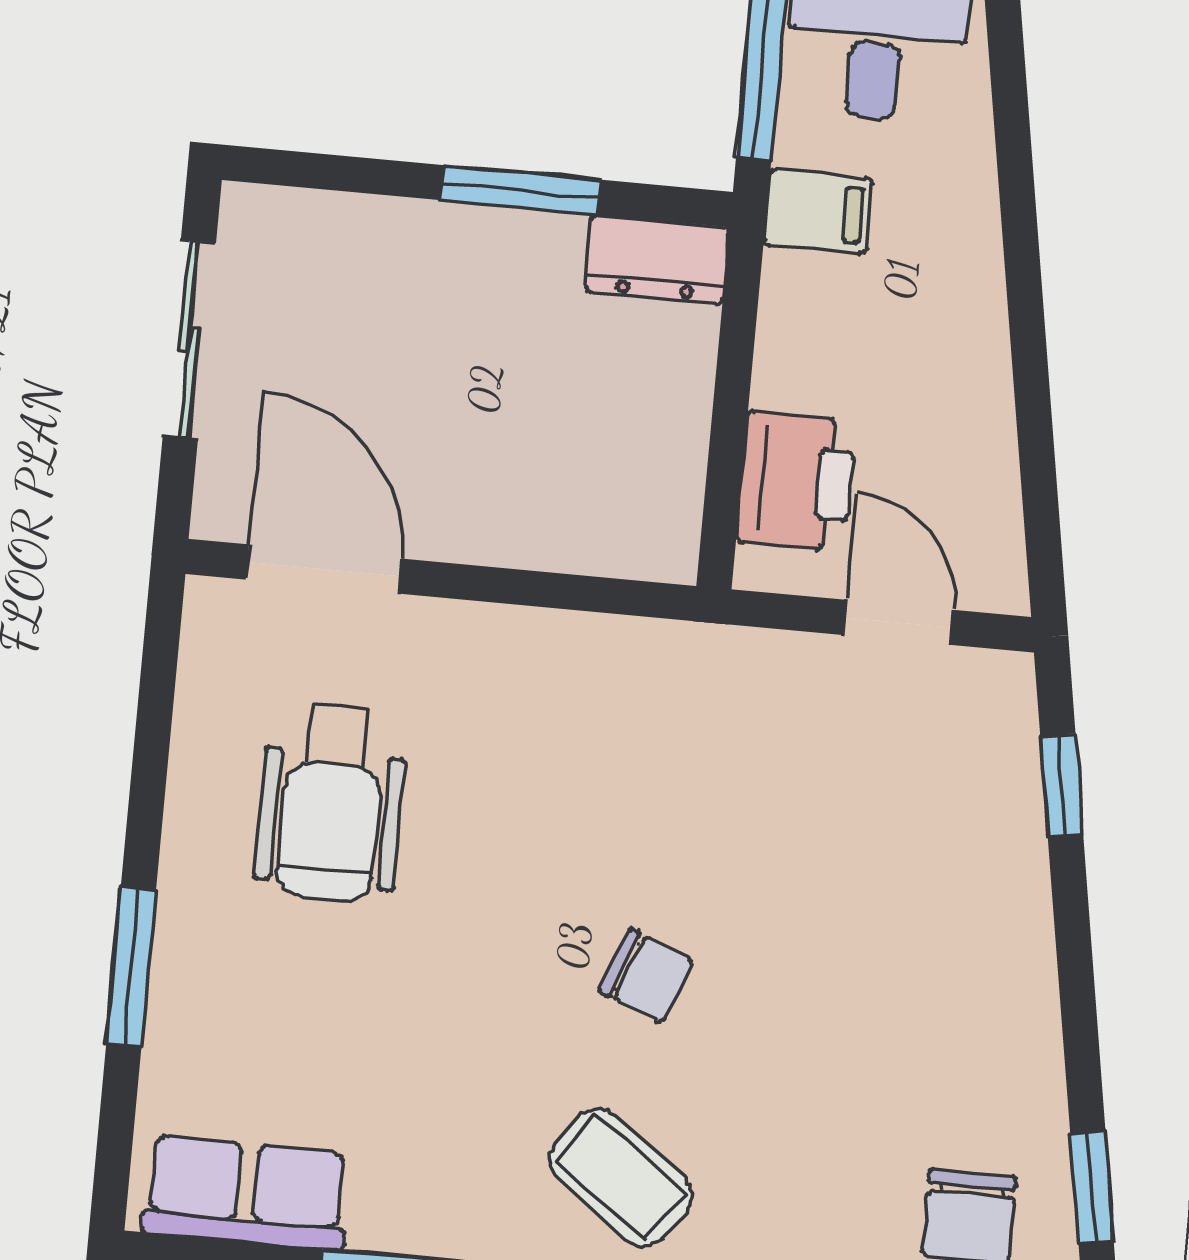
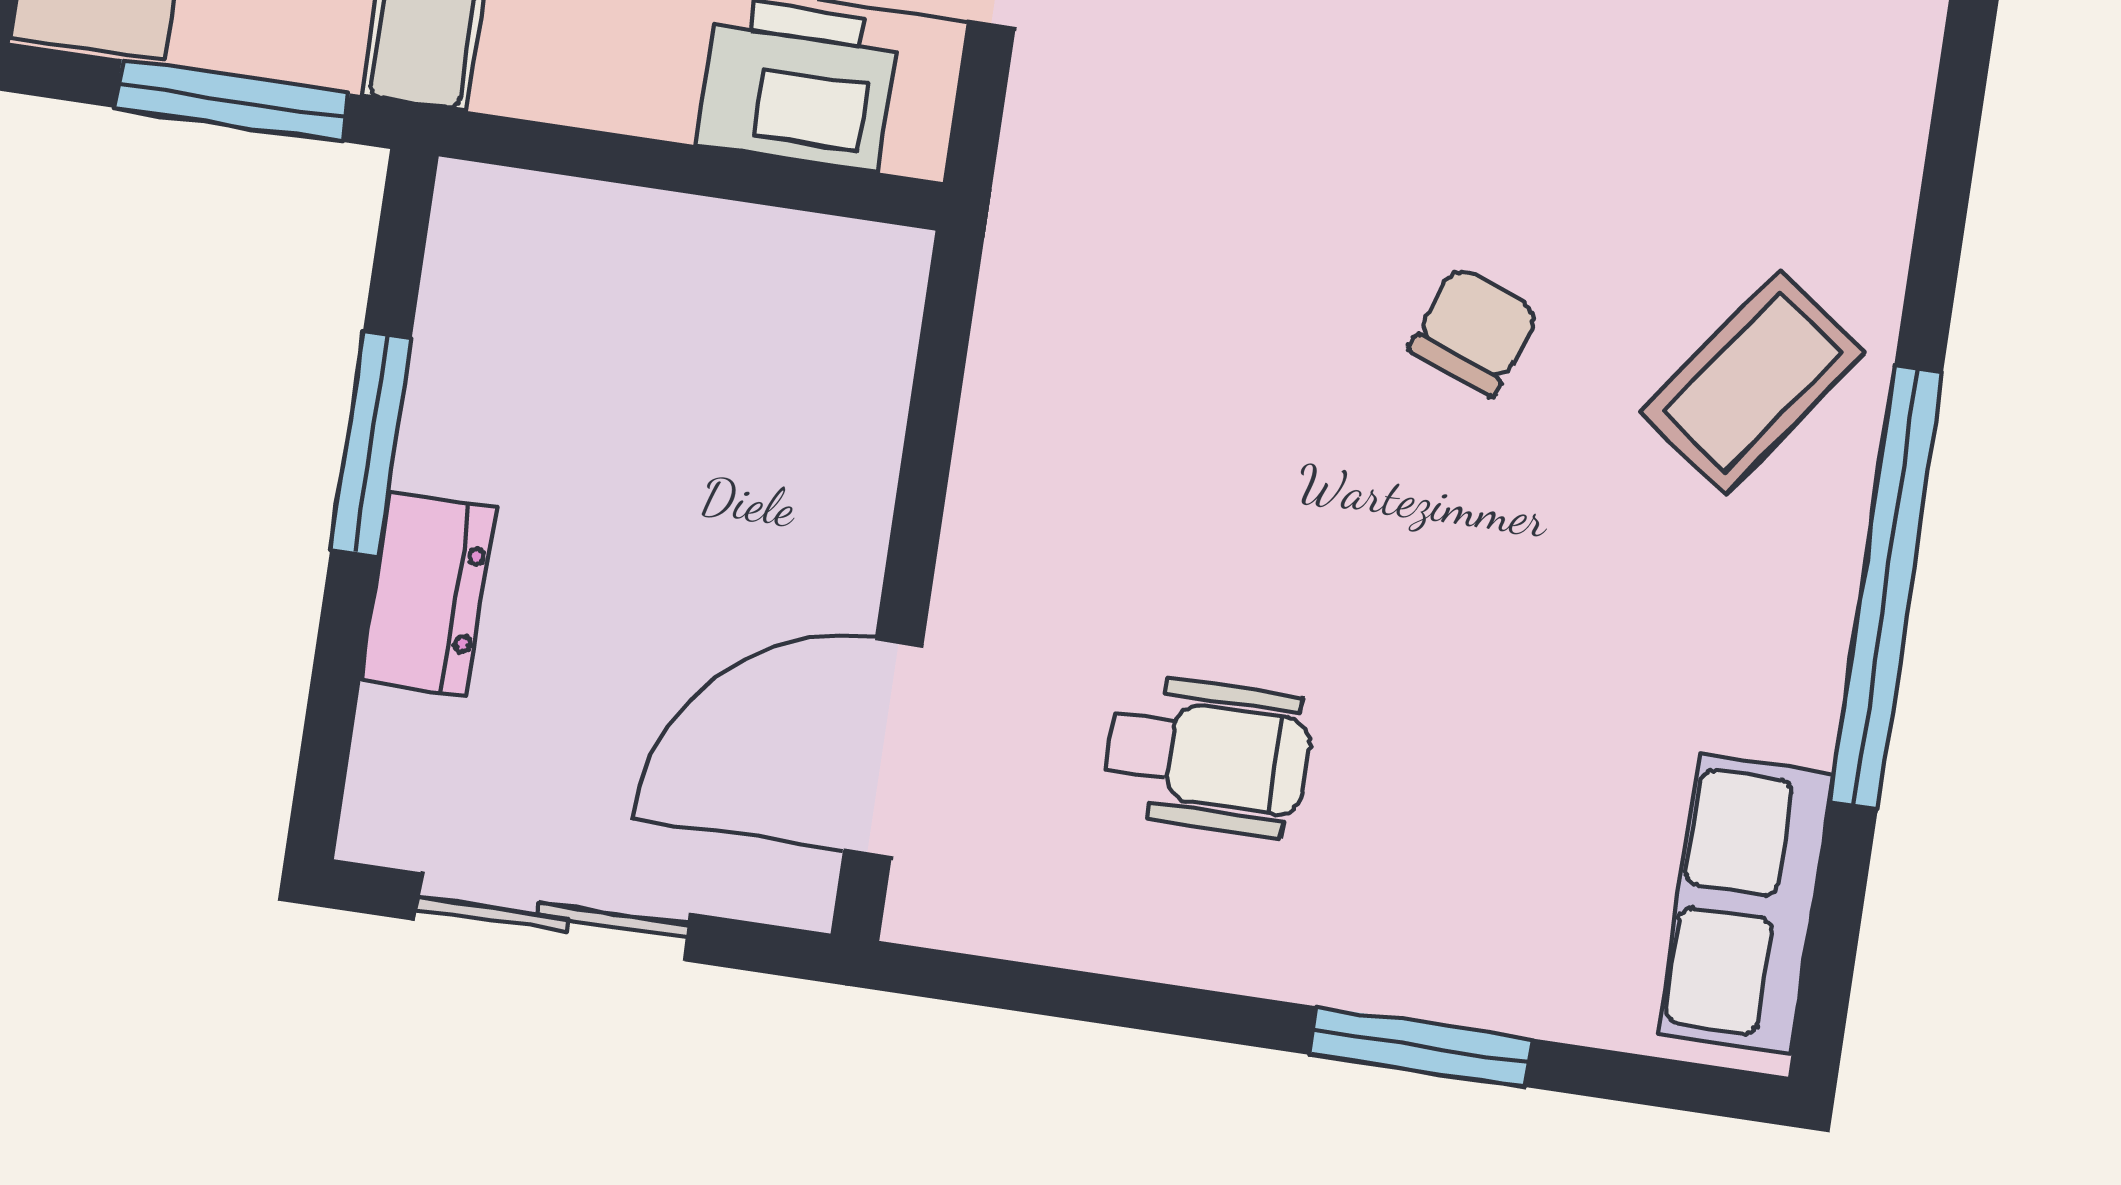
dresser: (657, 259) -> (428, 594), moved
wheelchair: (331, 803) -> (1209, 756), width x0.73, depth x0.73

